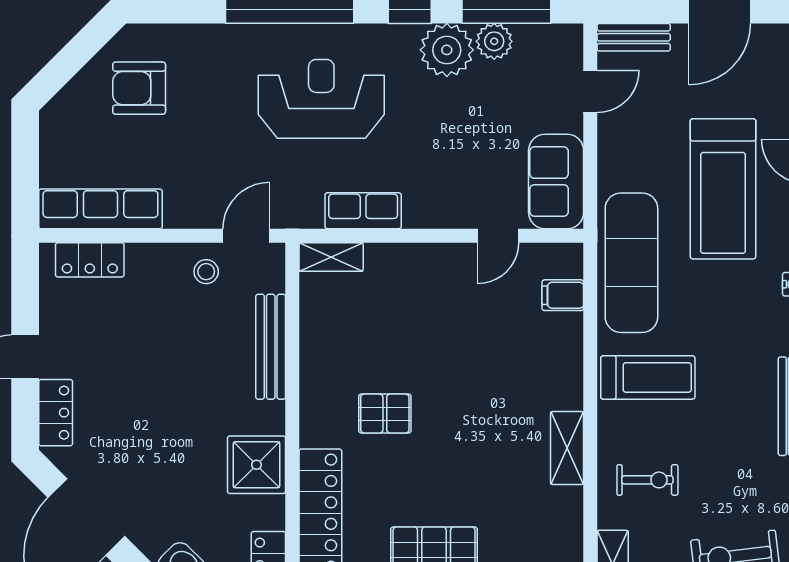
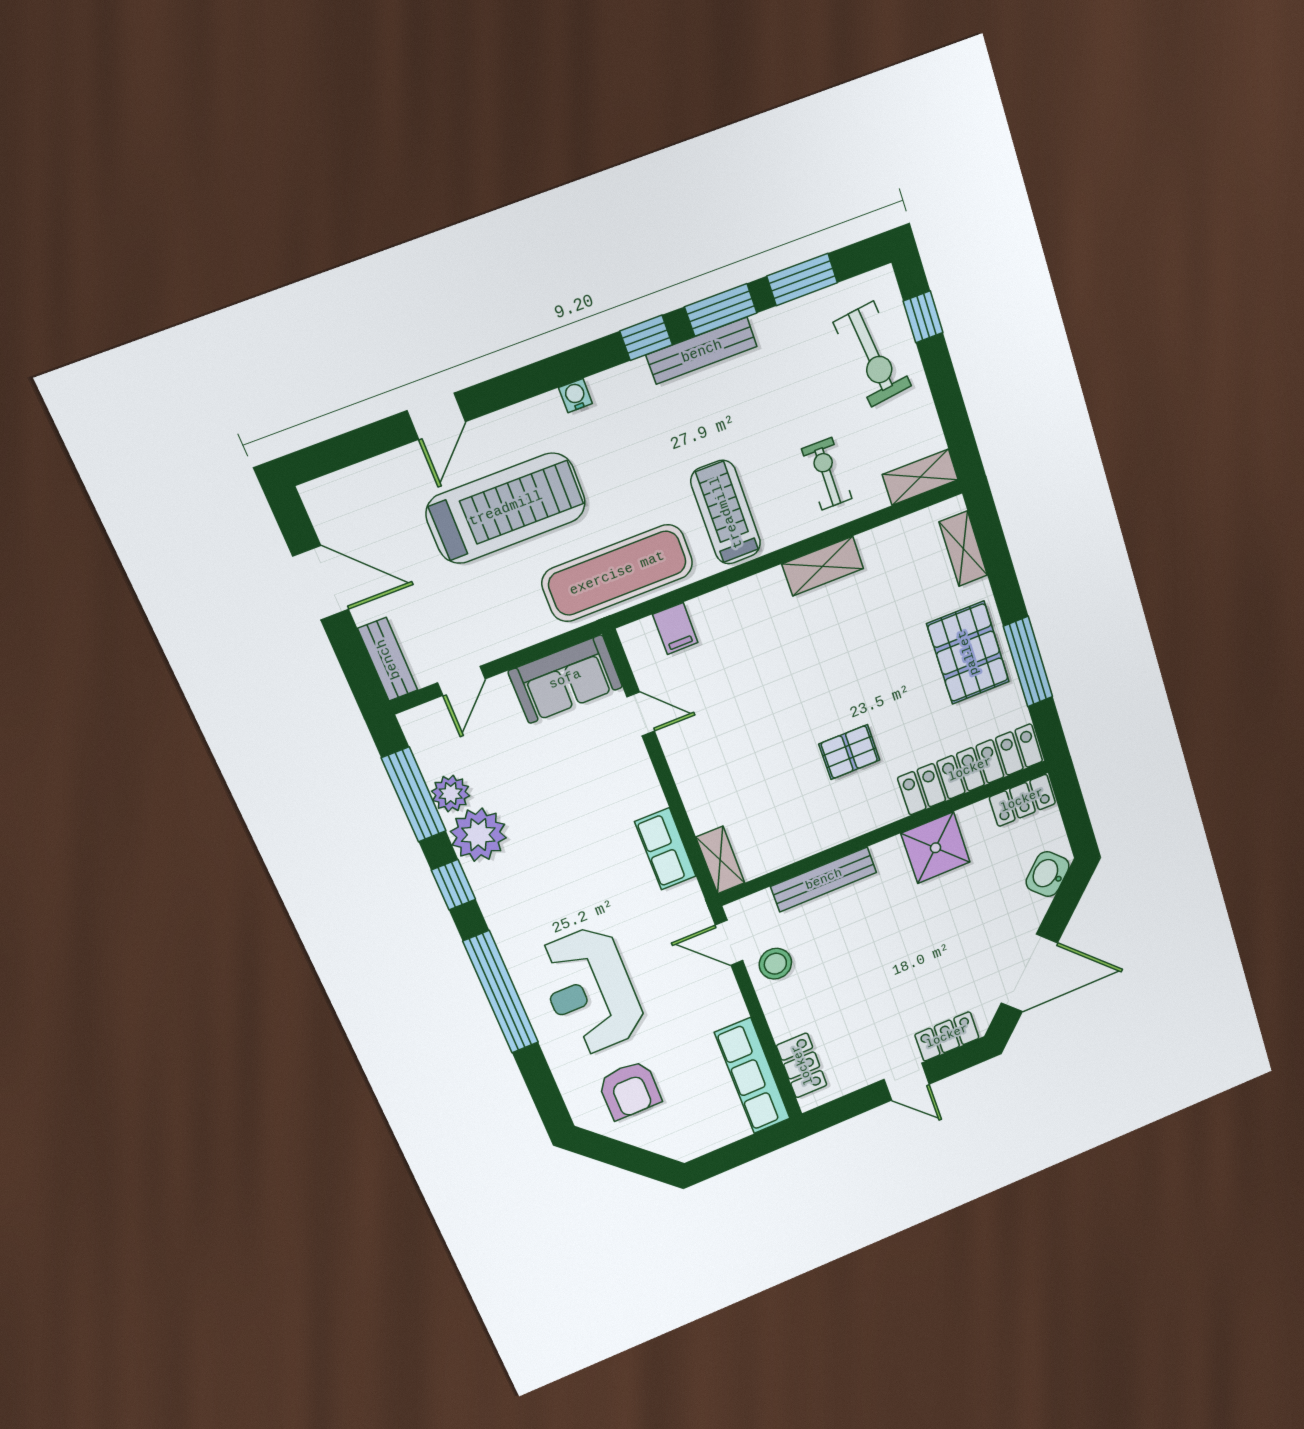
door: (590, 91) -> (461, 681), swing flipped
reception desk: (321, 99) -> (590, 991), moved
stool: (206, 272) -> (775, 964), width x1.37, depth x1.37
pallet: (385, 414) -> (849, 752), turned 90

